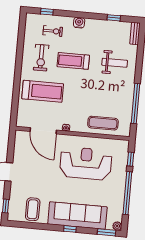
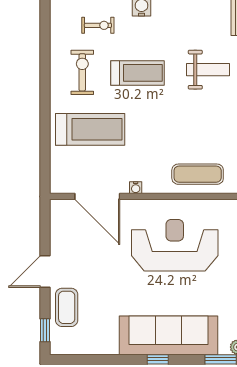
exercise bike: (41, 58) -> (82, 72), turned 180
treadmill: (73, 61) -> (137, 73), turned 180
coffee table: (33, 209) -> (67, 307), moved

